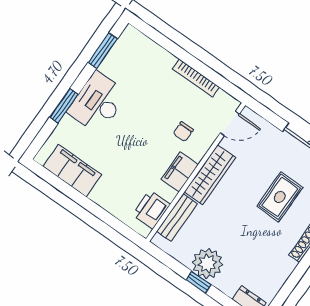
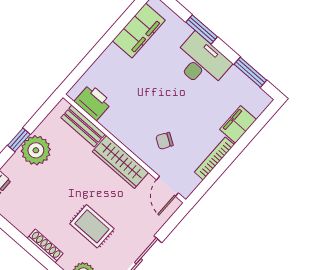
chair: (183, 132) -> (164, 141), turned -58
filing cabinet: (180, 172) -> (238, 124), moved, turned -90

